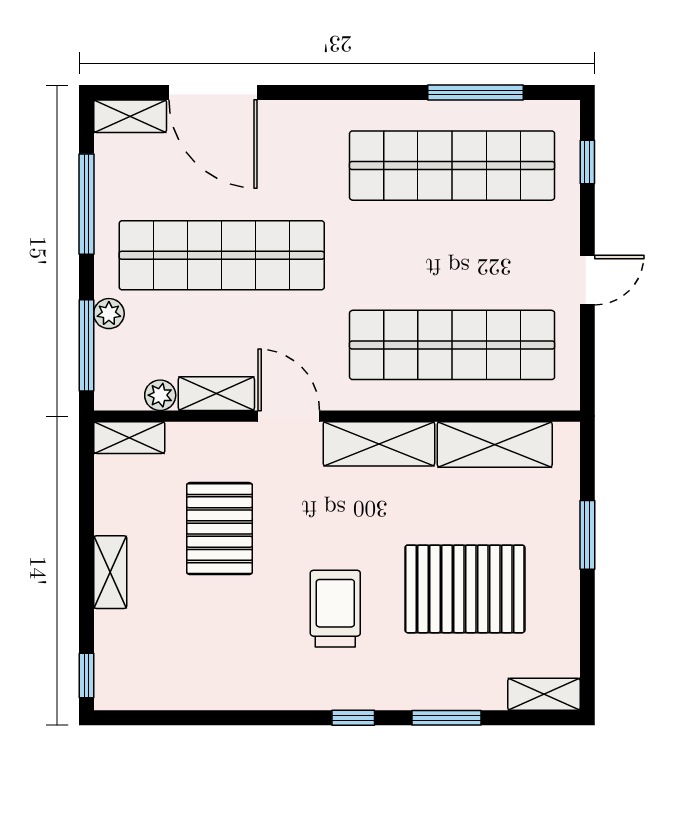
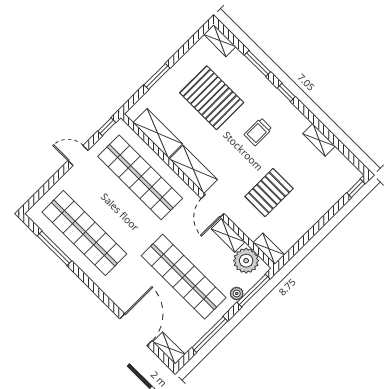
window: (587, 162) -> (107, 127), moved
plant: (160, 395) -> (246, 261), width x1.87, depth x1.87
shelving: (110, 572) -> (319, 140), moved, turned 90
trolley: (335, 609) -> (258, 132), width x0.73, depth x0.72

